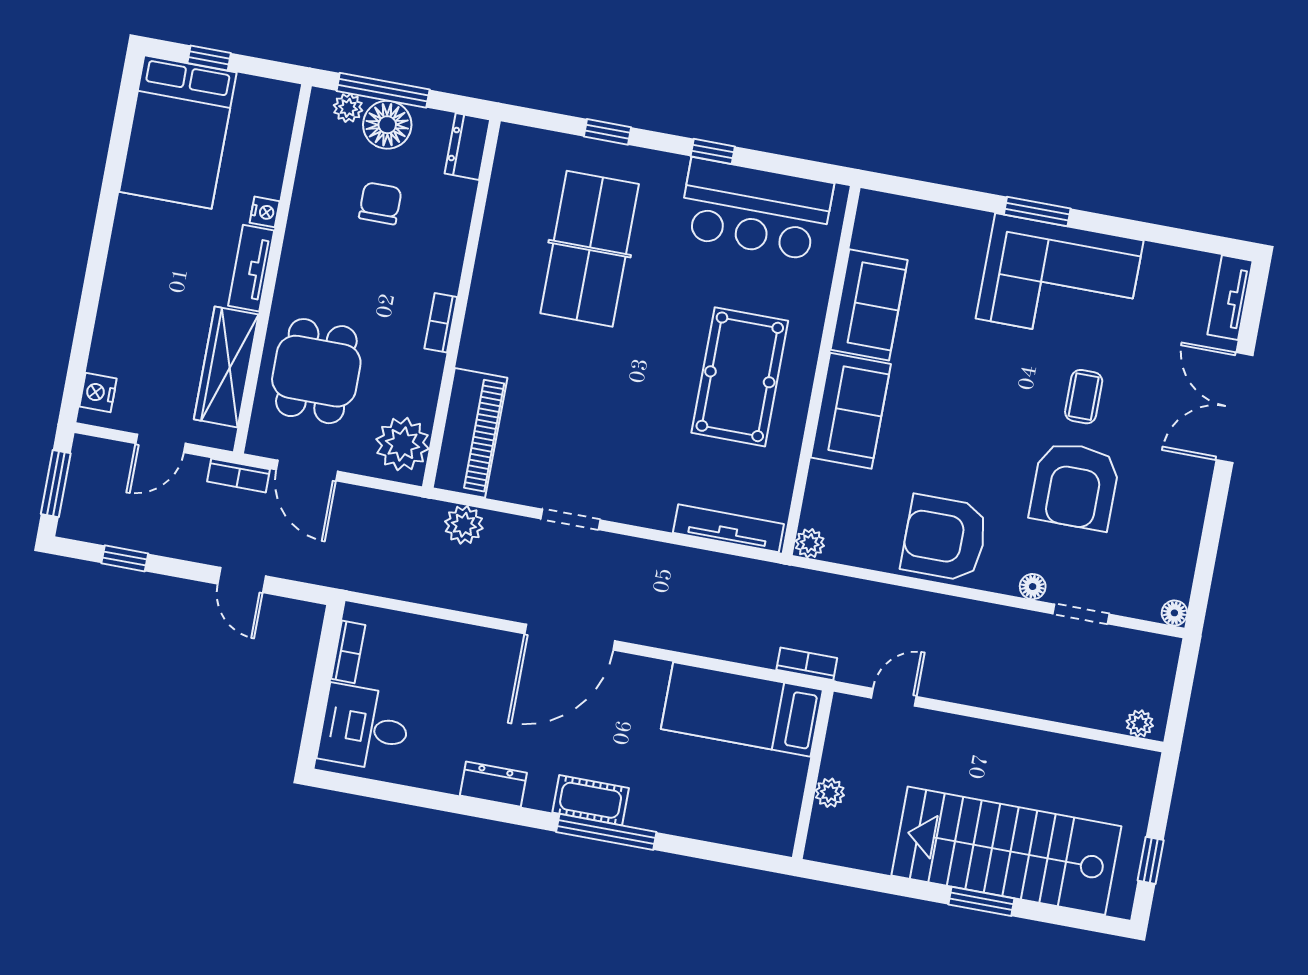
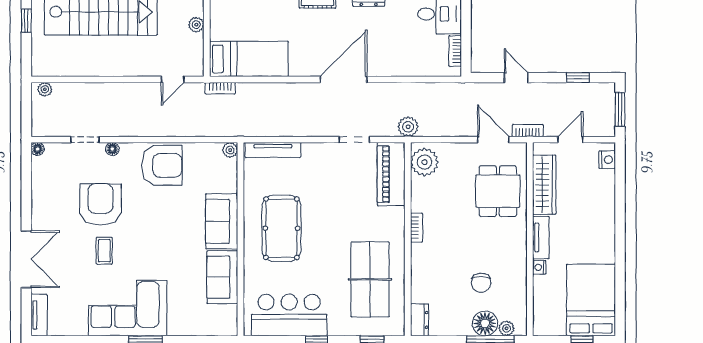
dresser: (467, 147) -> (420, 320), moved
wall: (461, 304) -> (408, 239), moved
bookcase: (441, 323) -> (416, 228), moved
piano: (470, 433) -> (391, 174), moved
plant: (402, 444) -> (424, 162), moved

